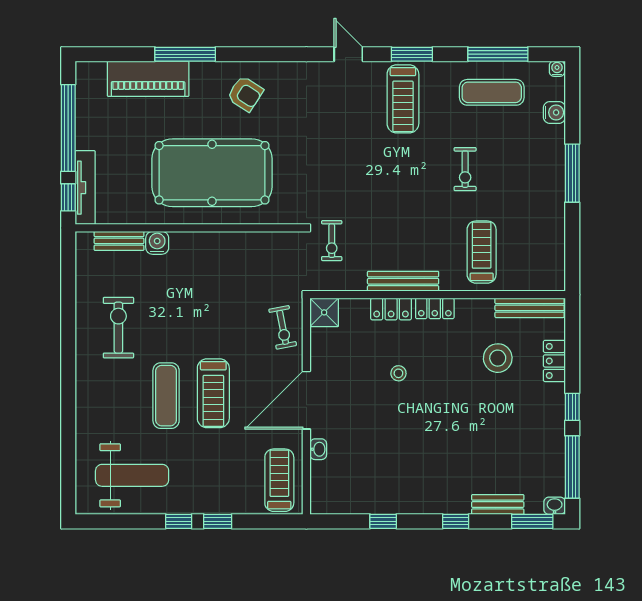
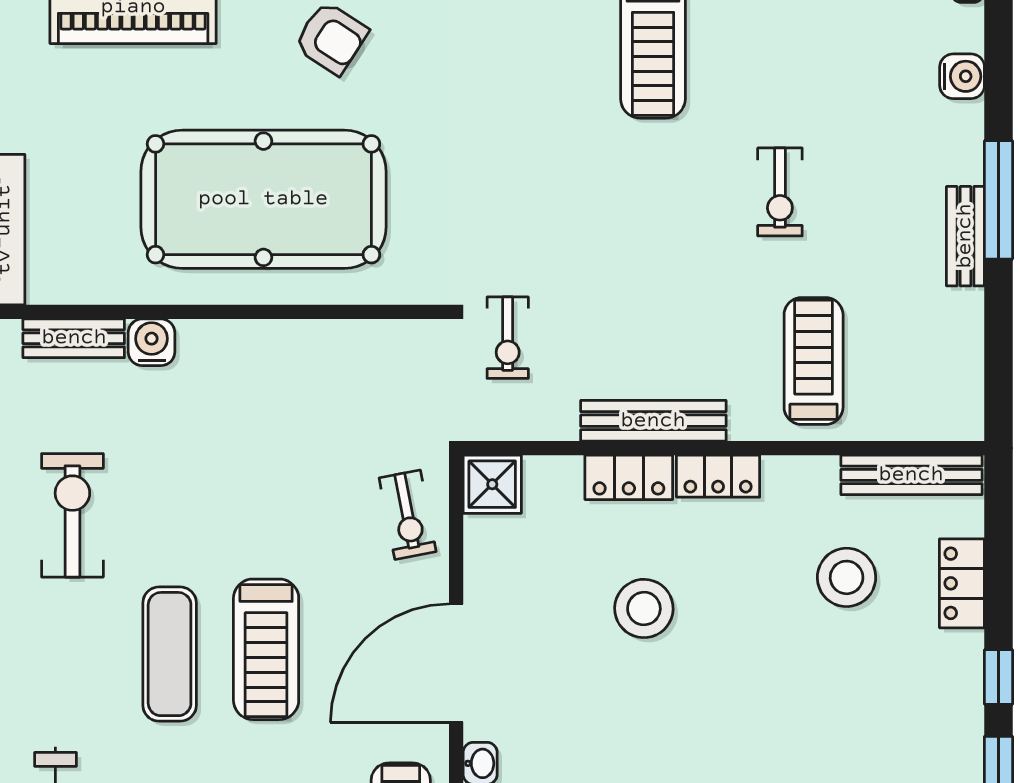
exercise mat: (492, 92) -> (834, 35), removed
bench: (556, 191) -> (965, 236), added
stool: (398, 373) -> (644, 608), width x1.89, depth x1.89

